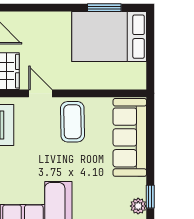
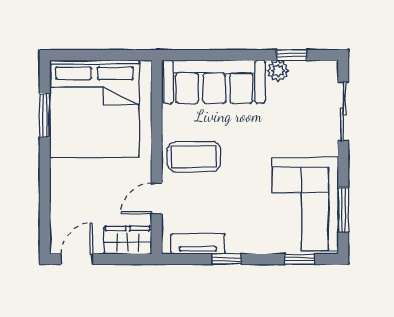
bed: (109, 37) -> (94, 109), width x1.36
plant: (138, 206) -> (278, 71), moved

